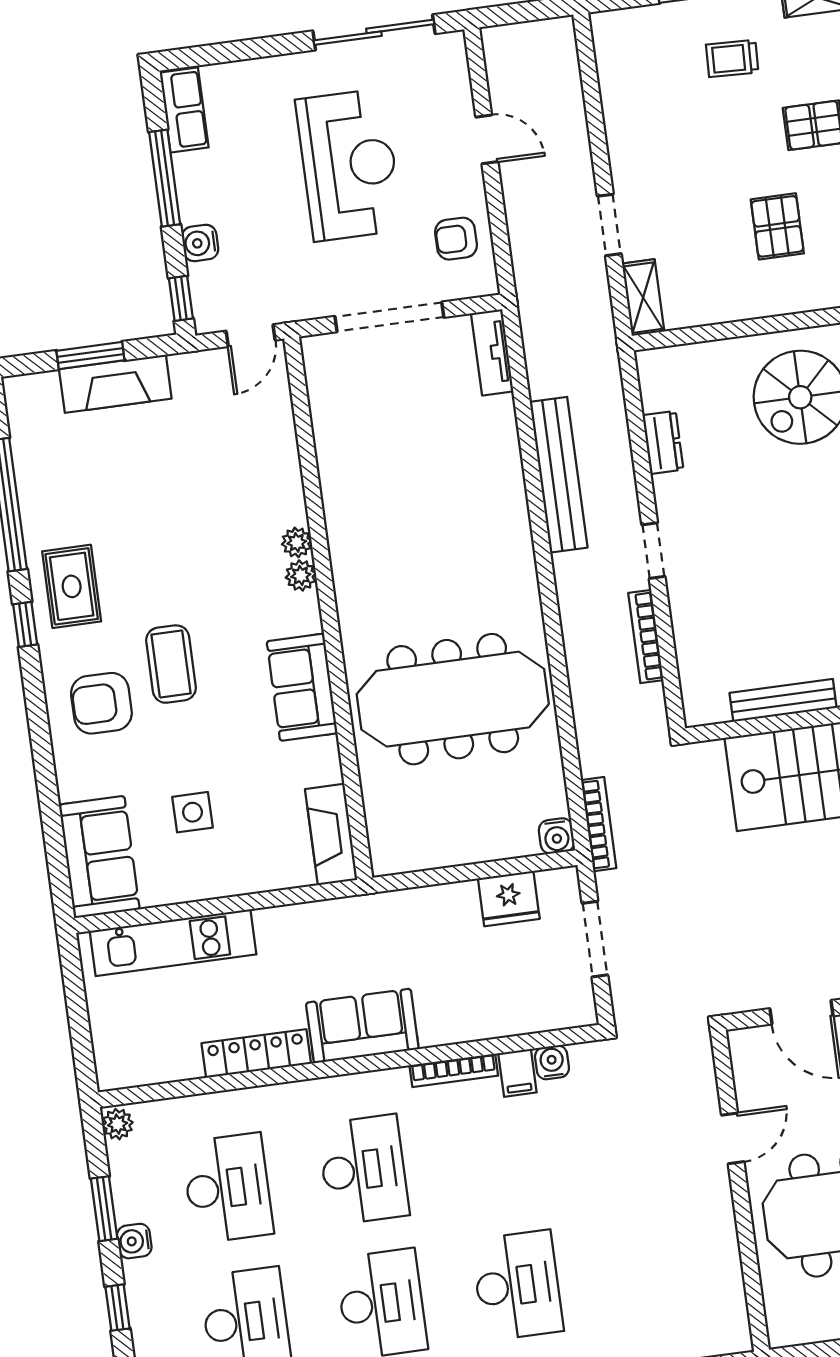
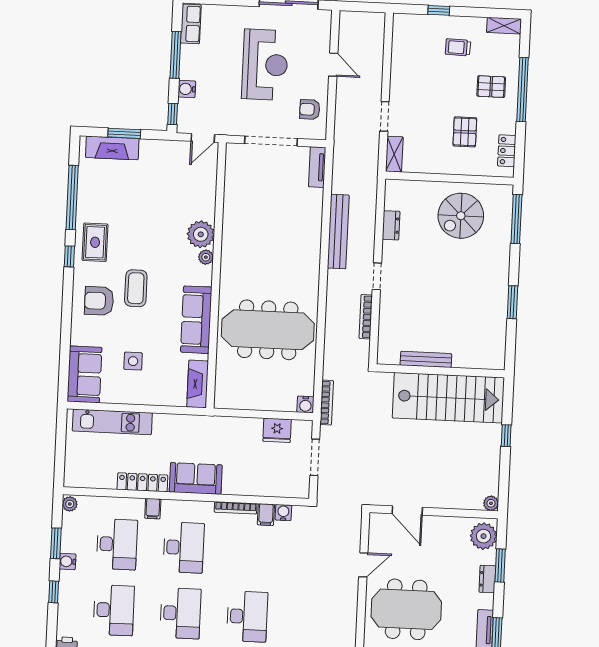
fireplace: (115, 384) -> (112, 148), moved
plant: (297, 542) -> (201, 234), width x1.88, depth x1.88
sofa: (302, 687) -> (196, 320), width x1.36
filing cabinet: (287, 1103) -> (153, 509), added

